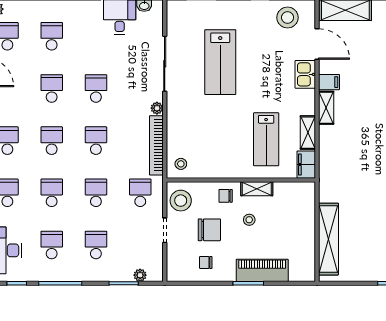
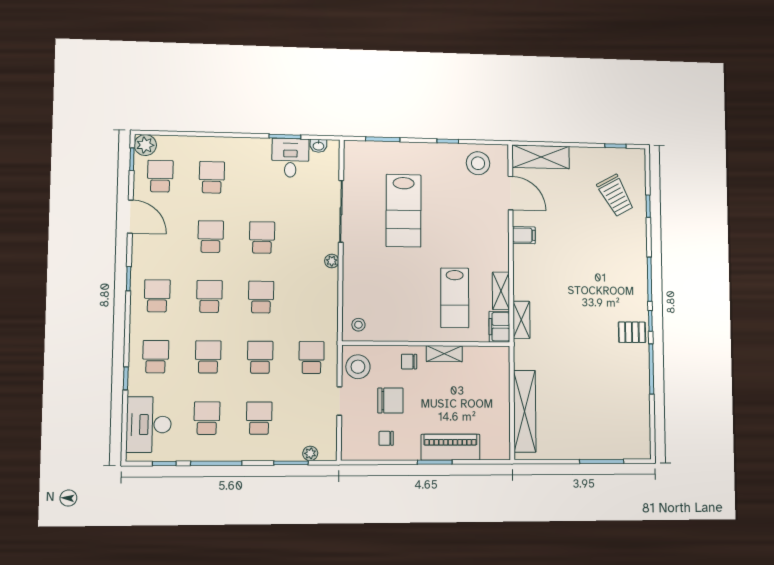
kitchen sink: (305, 74) -> (498, 226), removed
shelving: (326, 108) -> (521, 320), moved
bookcase: (156, 145) -> (331, 303), removed
stool: (249, 220) -> (436, 389), removed

